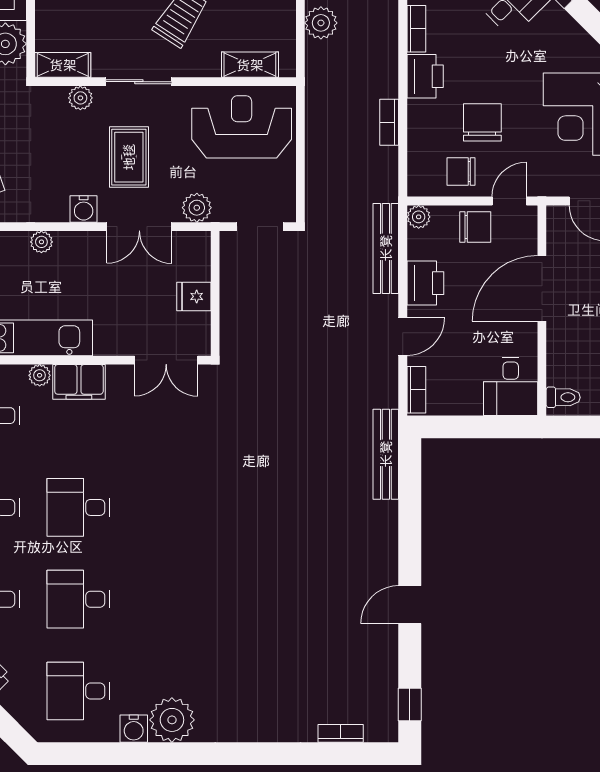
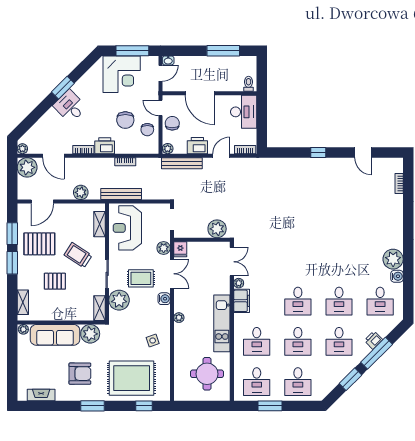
plant: (80, 98) -> (119, 300), width x1.88, depth x1.88
chair: (482, 122) -> (125, 120), turned -90
fridge: (194, 296) -> (180, 249), moved
plant: (240, 327) -> (217, 229), added
door: (403, 337) -> (221, 156), hinge flipped
plant: (40, 375) -> (239, 283), moved
desk: (511, 386) -> (244, 112), width x1.37
bench: (386, 454) -> (121, 194), moved
door: (410, 605) -> (363, 153), moved
window: (410, 704) -> (318, 153), moved

